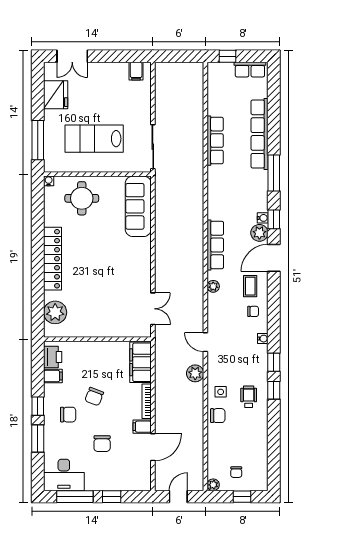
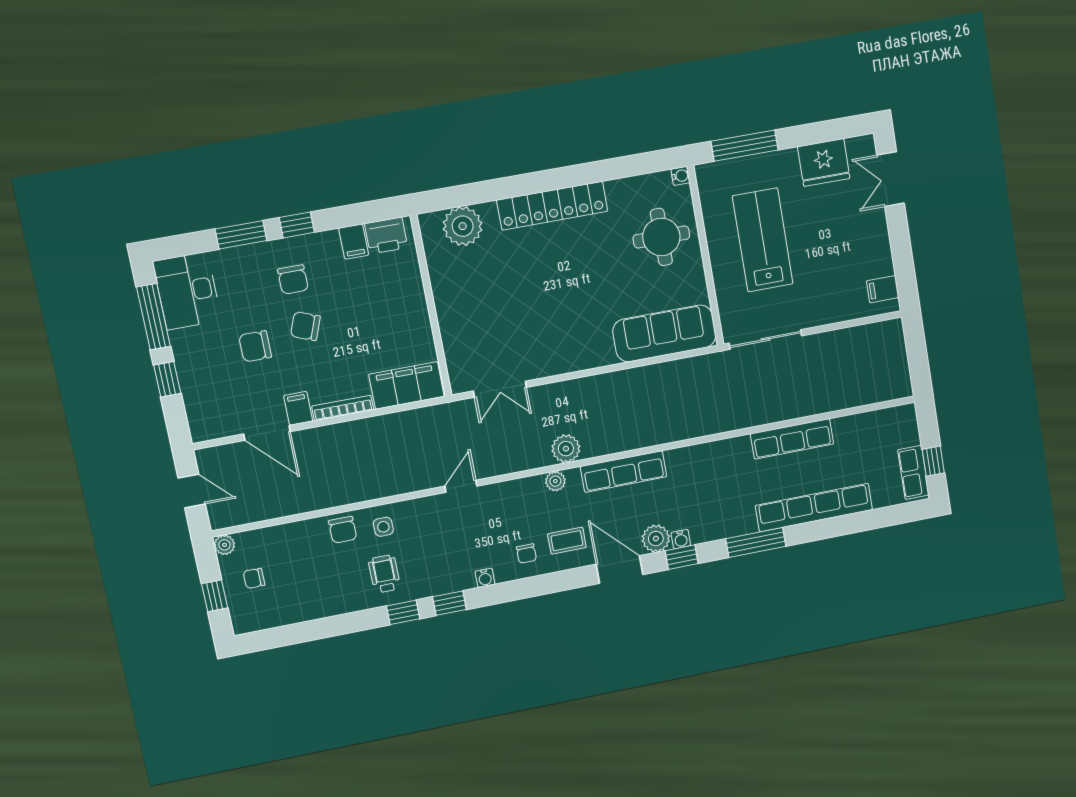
window: (228, 56) -> (933, 461), moved
plant: (195, 373) -> (566, 449), moved
chair: (94, 397) -> (305, 326), moved
wheelchair: (249, 397) -> (384, 574), turned -90

